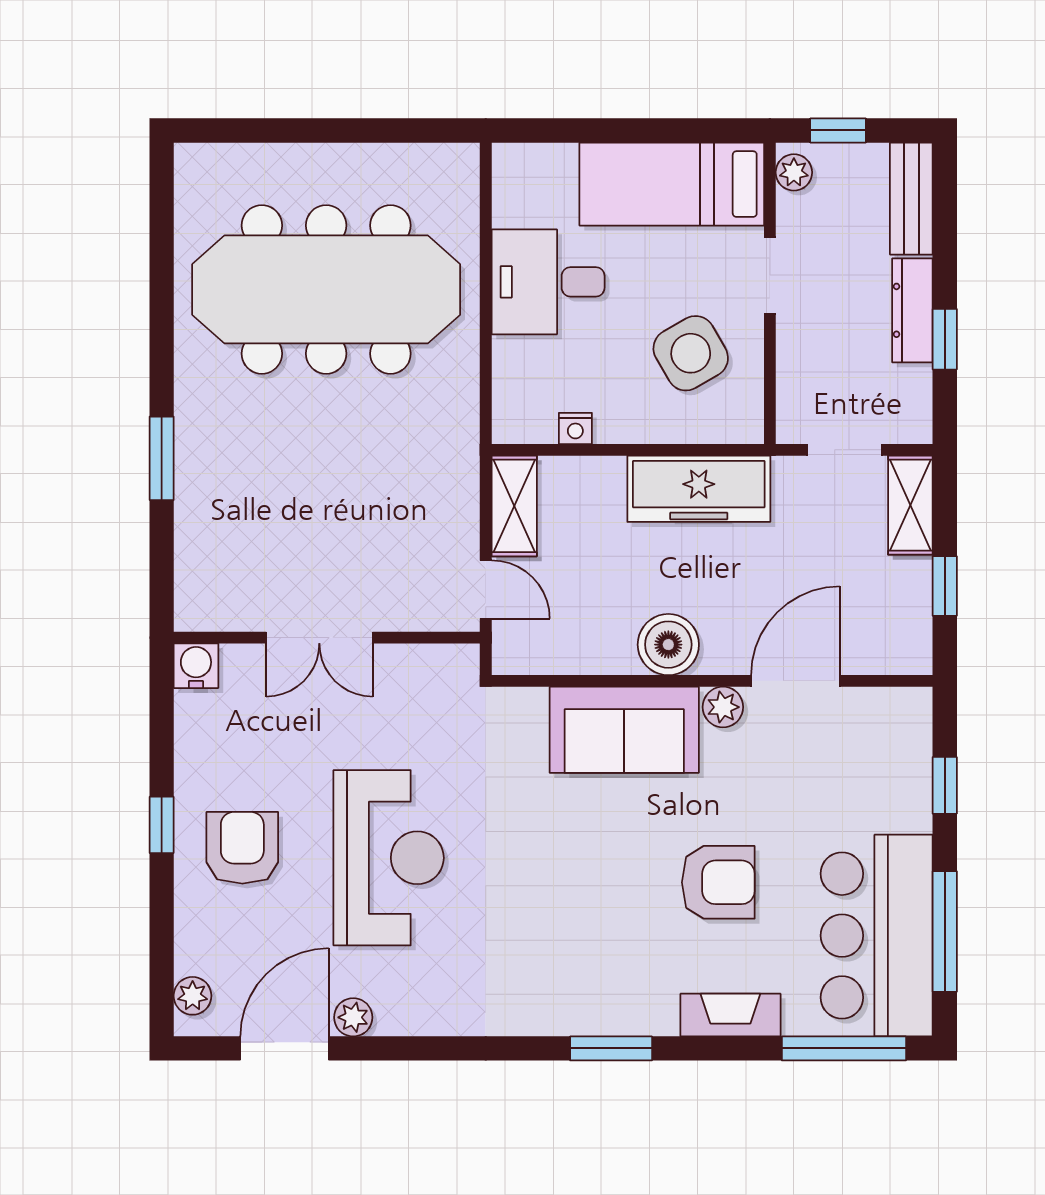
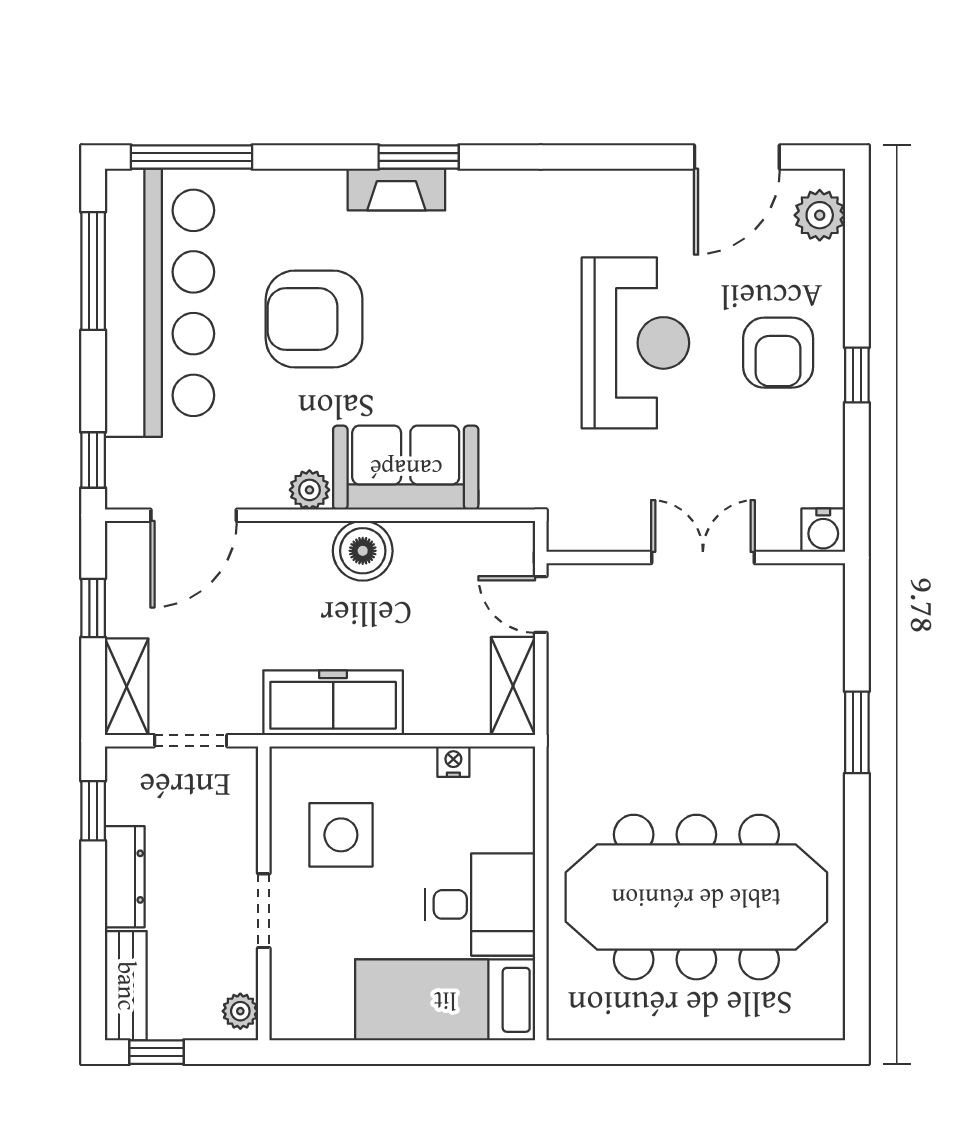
window: (838, 130) -> (157, 1052), moved
bed: (672, 184) -> (445, 1000), moved, turned 180
window: (945, 339) -> (93, 811), moved
side table: (691, 353) -> (341, 835), turned 30
door: (795, 681) -> (194, 515), moved
window: (945, 785) -> (93, 460), moved
reception desk: (389, 858) -> (635, 343), turned 180
armchair: (718, 882) -> (314, 319), width x1.36, depth x1.36
bar counter: (877, 936) -> (160, 303), width x1.36
plant: (193, 996) -> (820, 215), width x1.38, depth x1.38
fireplace: (730, 1015) -> (396, 190), moved
plant: (353, 1017) -> (670, 187), removed

